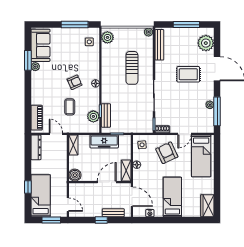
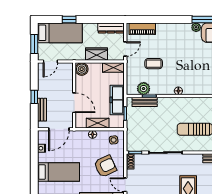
armchair: (75, 82) -> (180, 69), removed
wardrobe: (61, 161) -> (97, 54), added
shelving: (126, 170) -> (98, 123), moved

